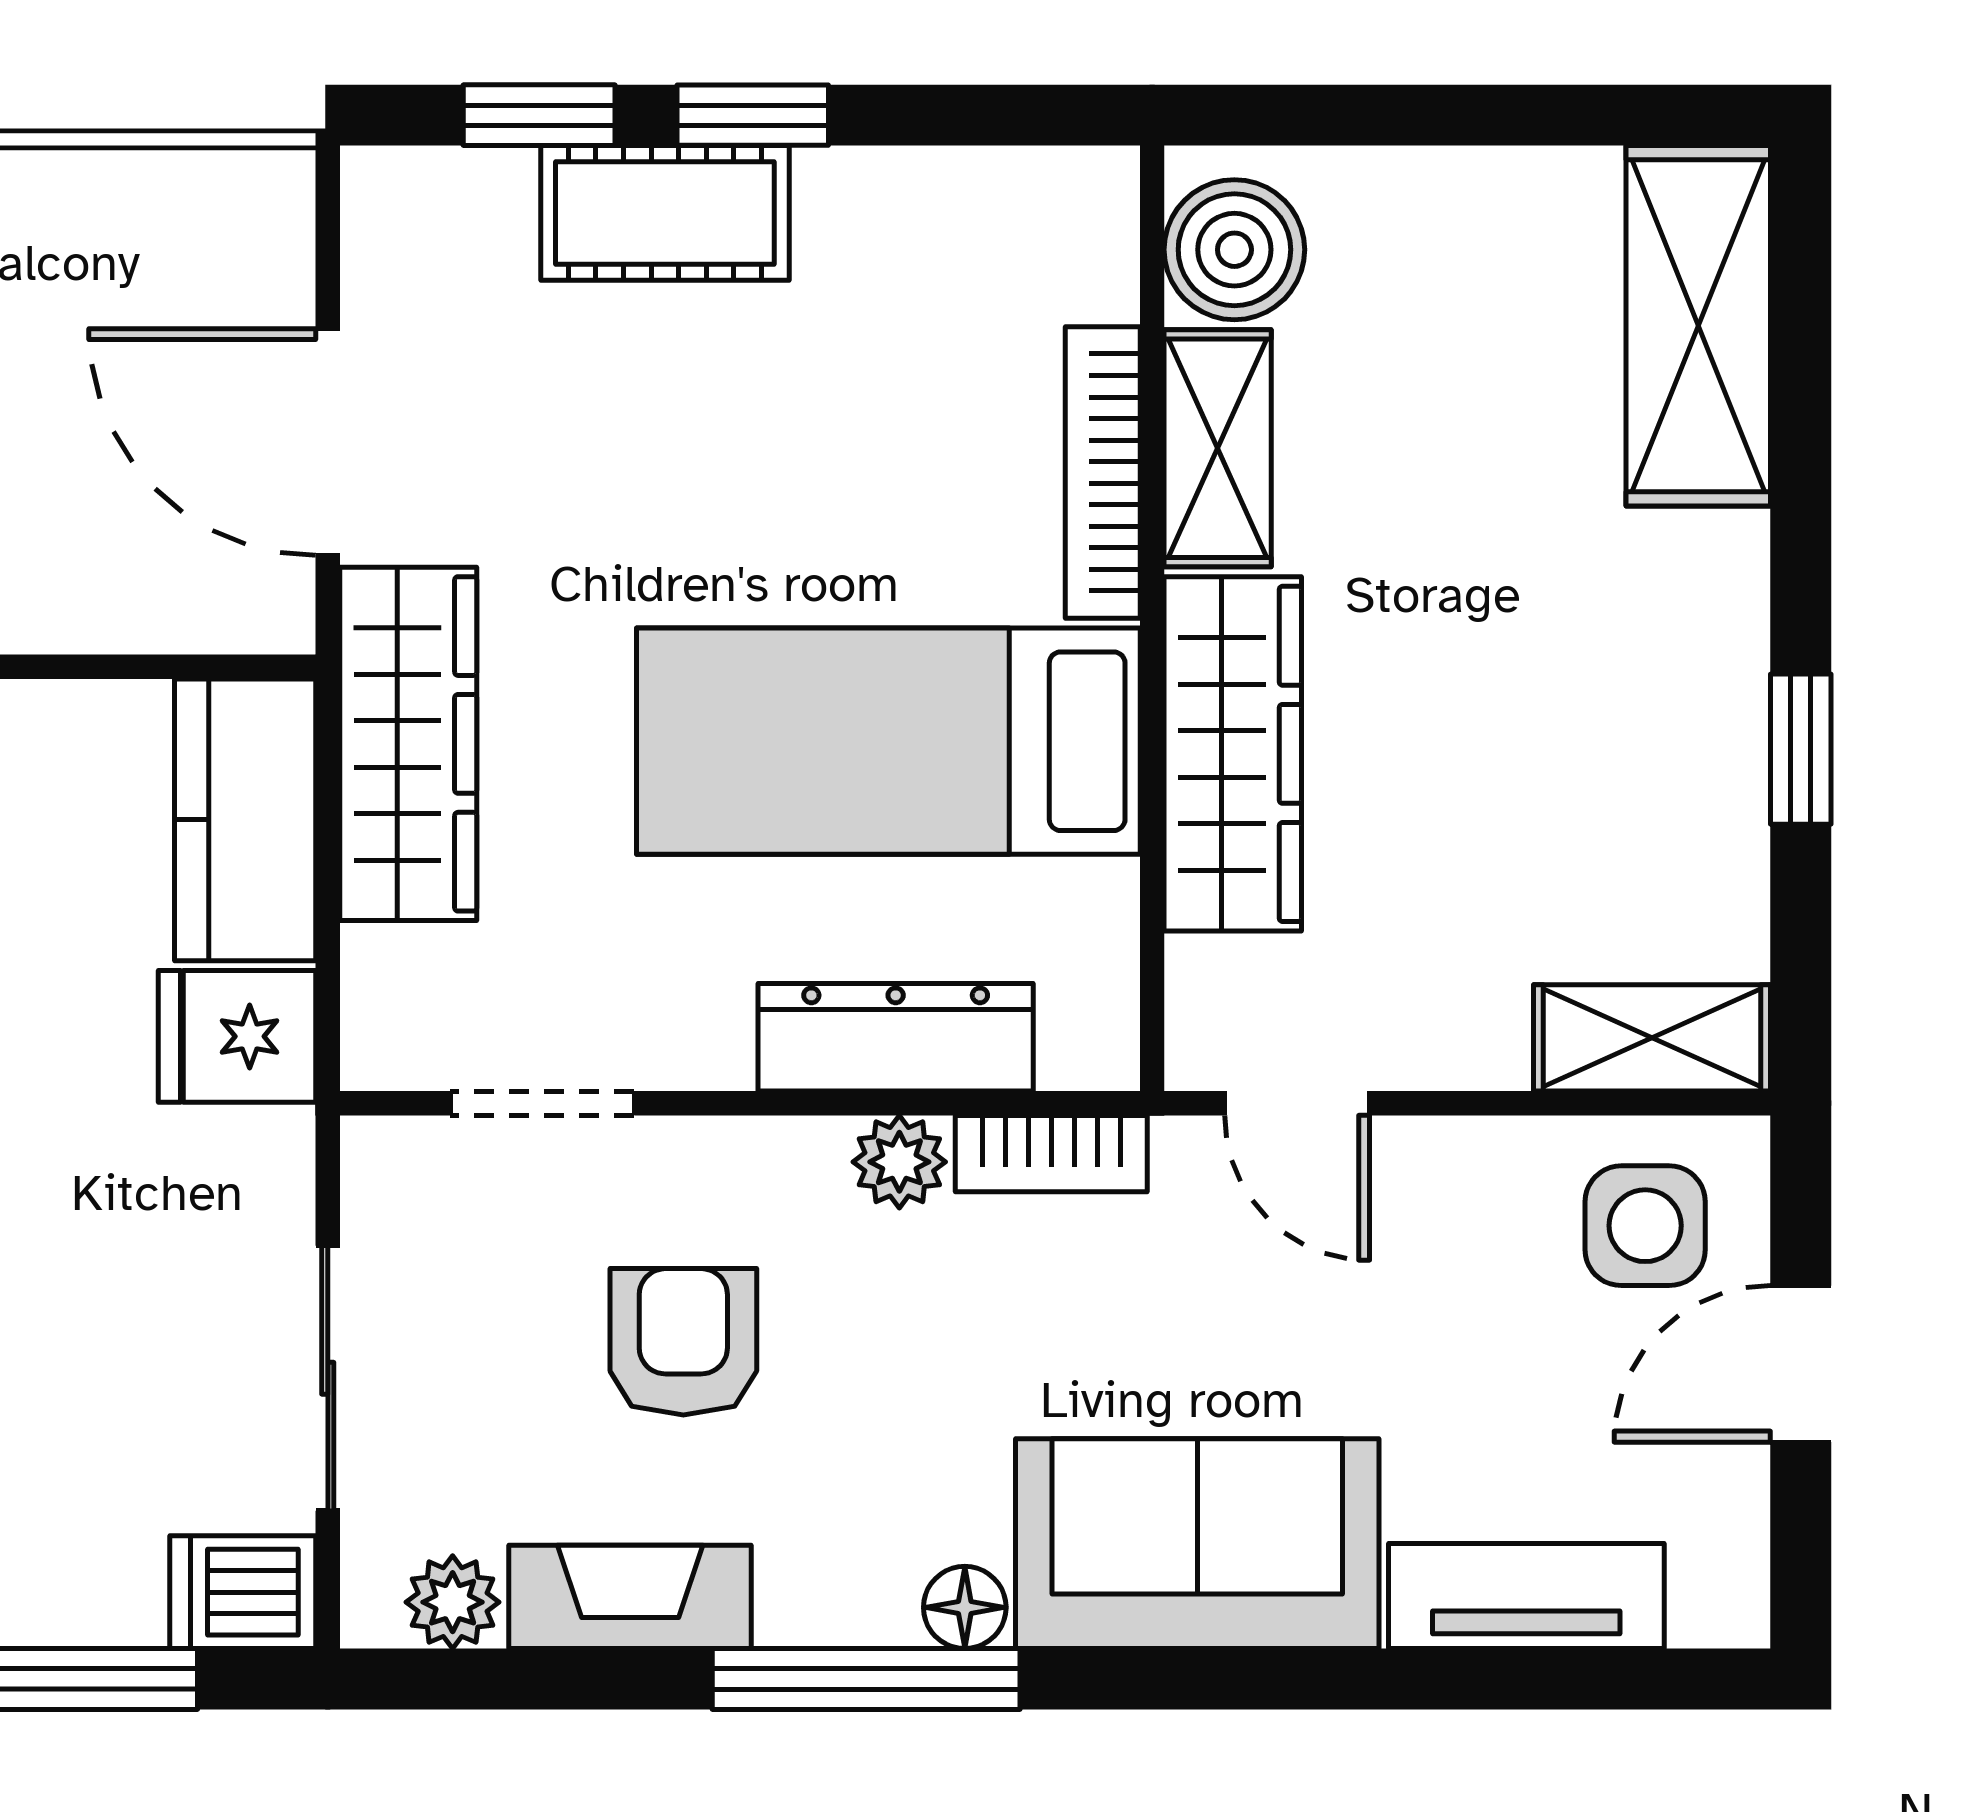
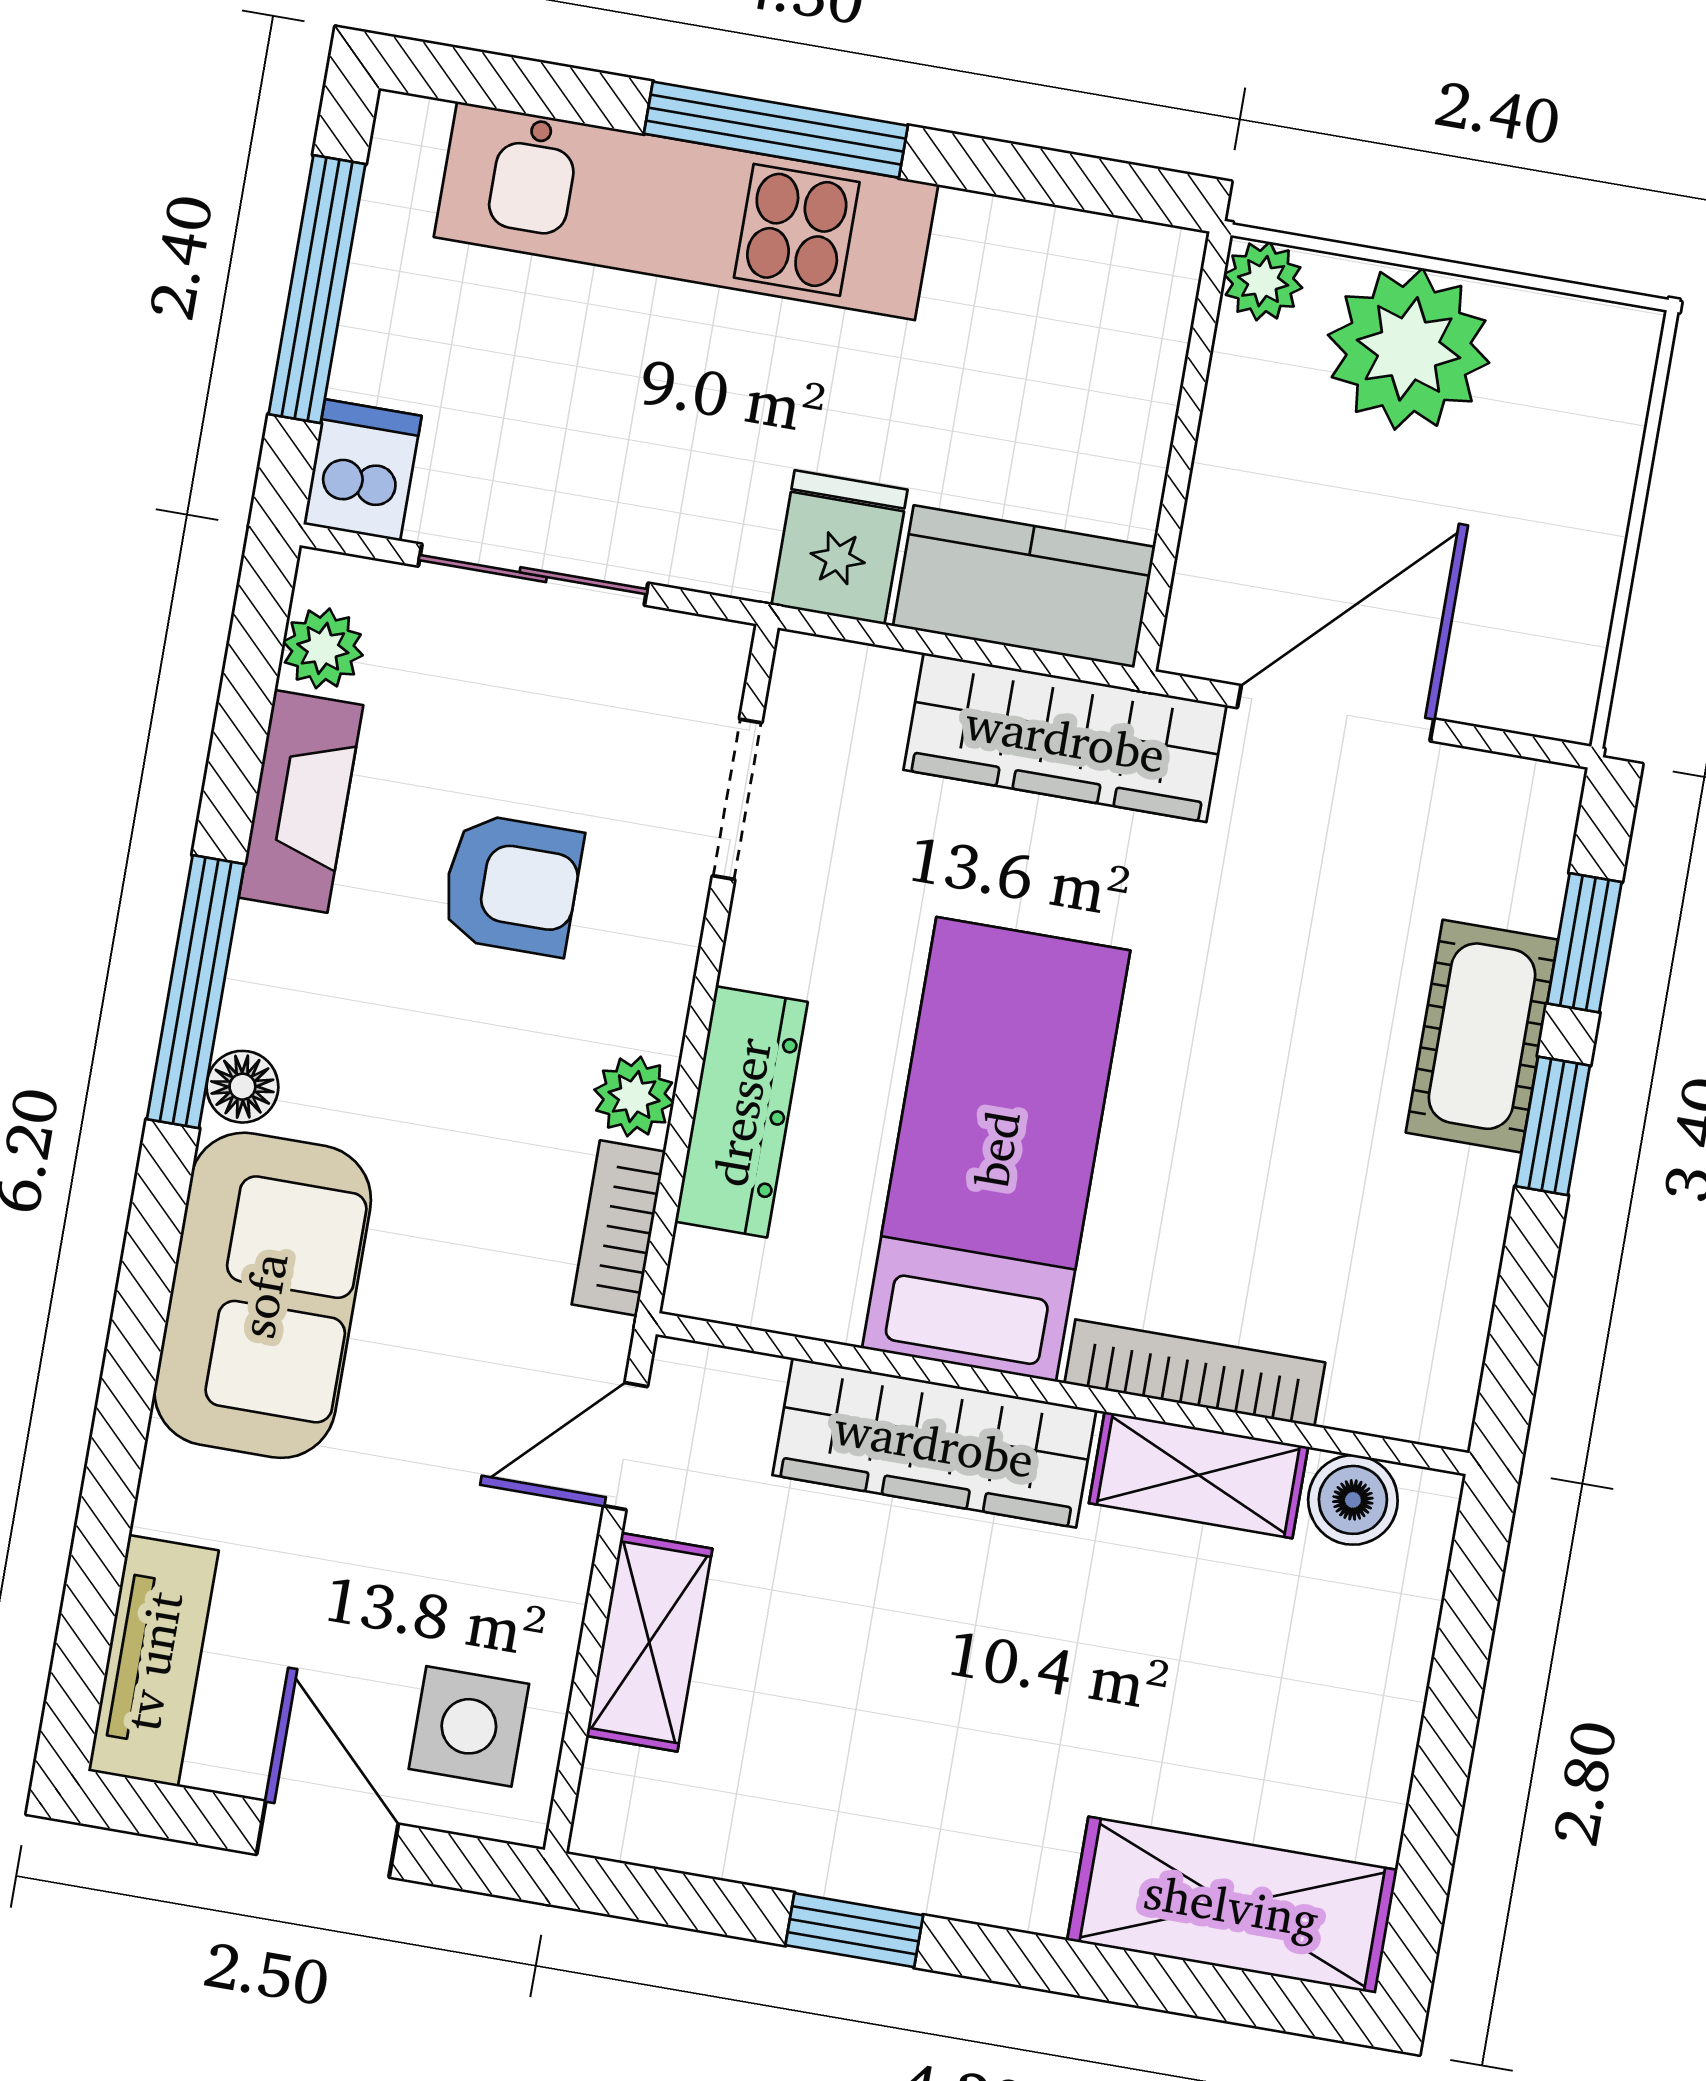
boiler: (1234, 250) -> (1353, 1500), width x0.73, depth x0.73
shelving: (1652, 1038) -> (649, 1642), moved
tv unit: (1526, 1596) -> (153, 1661), moved

